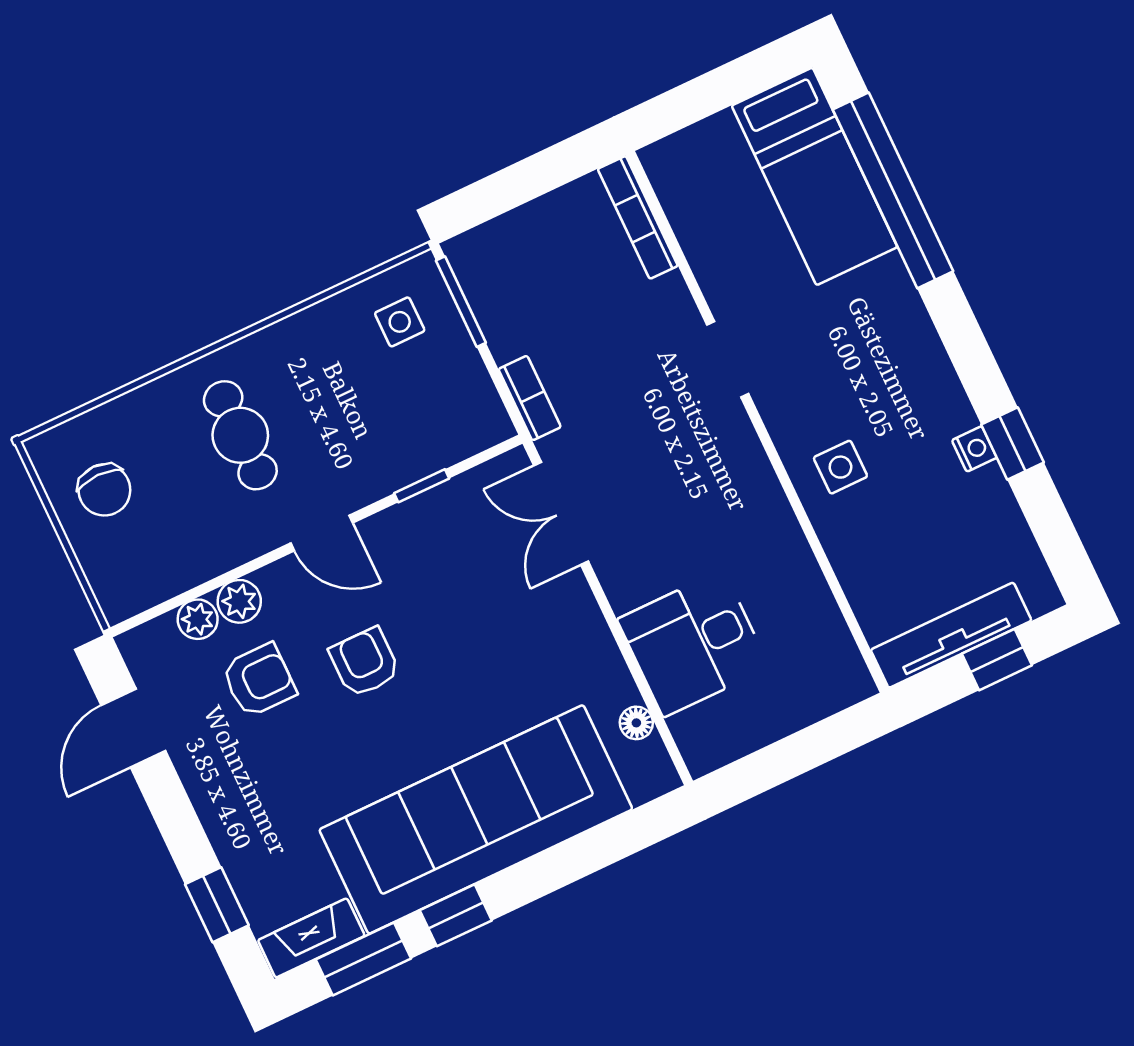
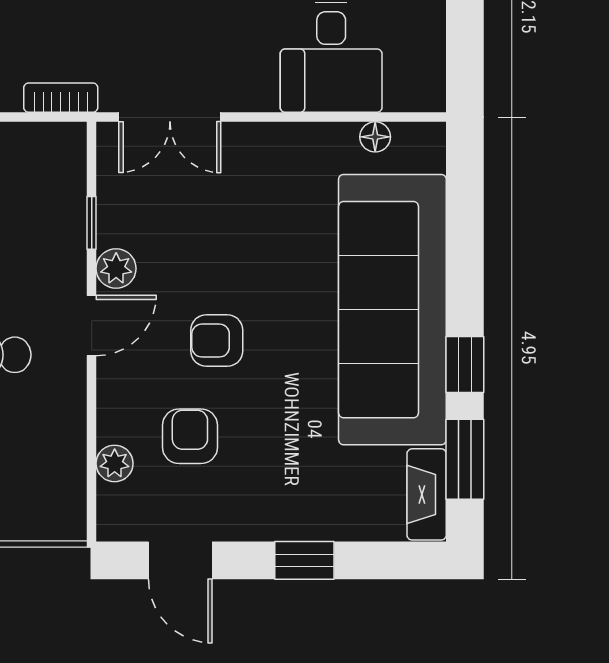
plant: (239, 601) -> (116, 269), moved
window: (217, 905) -> (304, 560), moved

